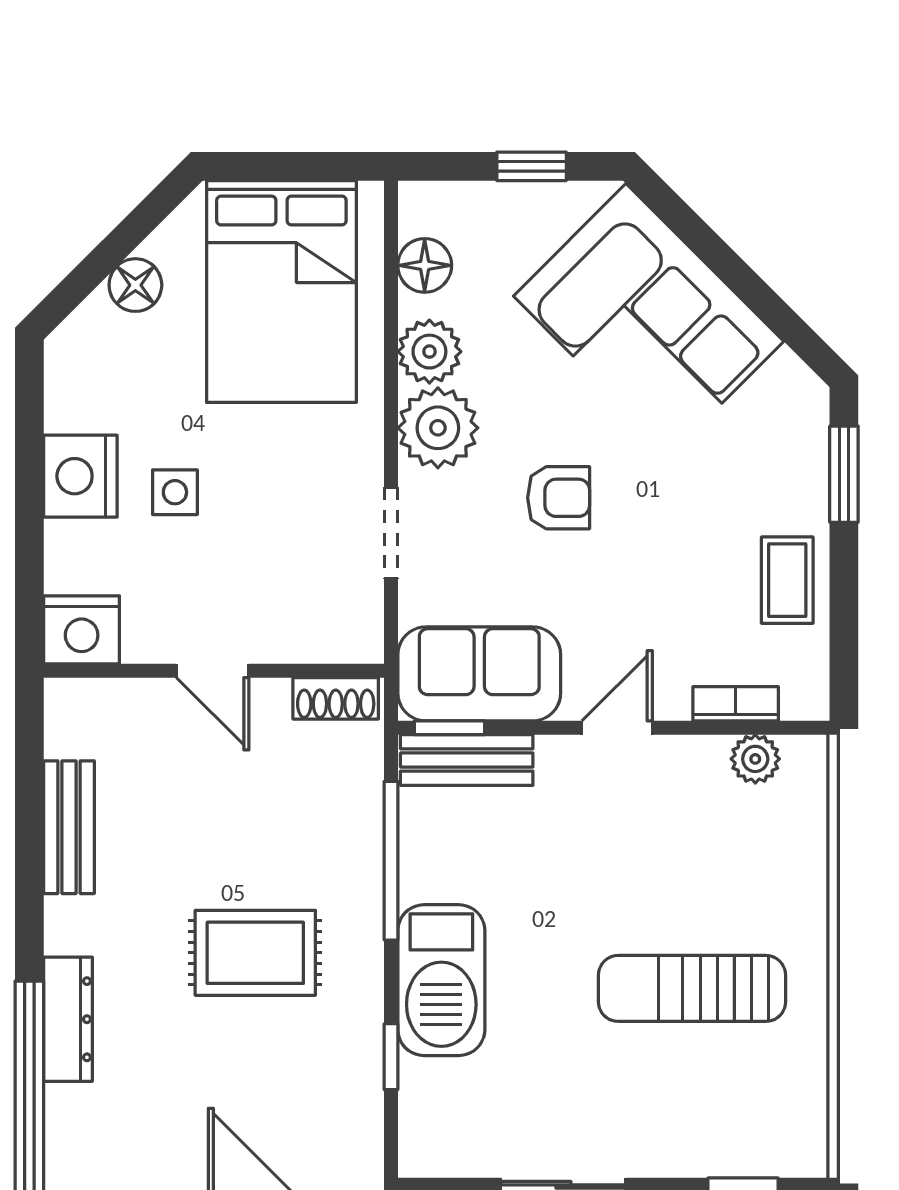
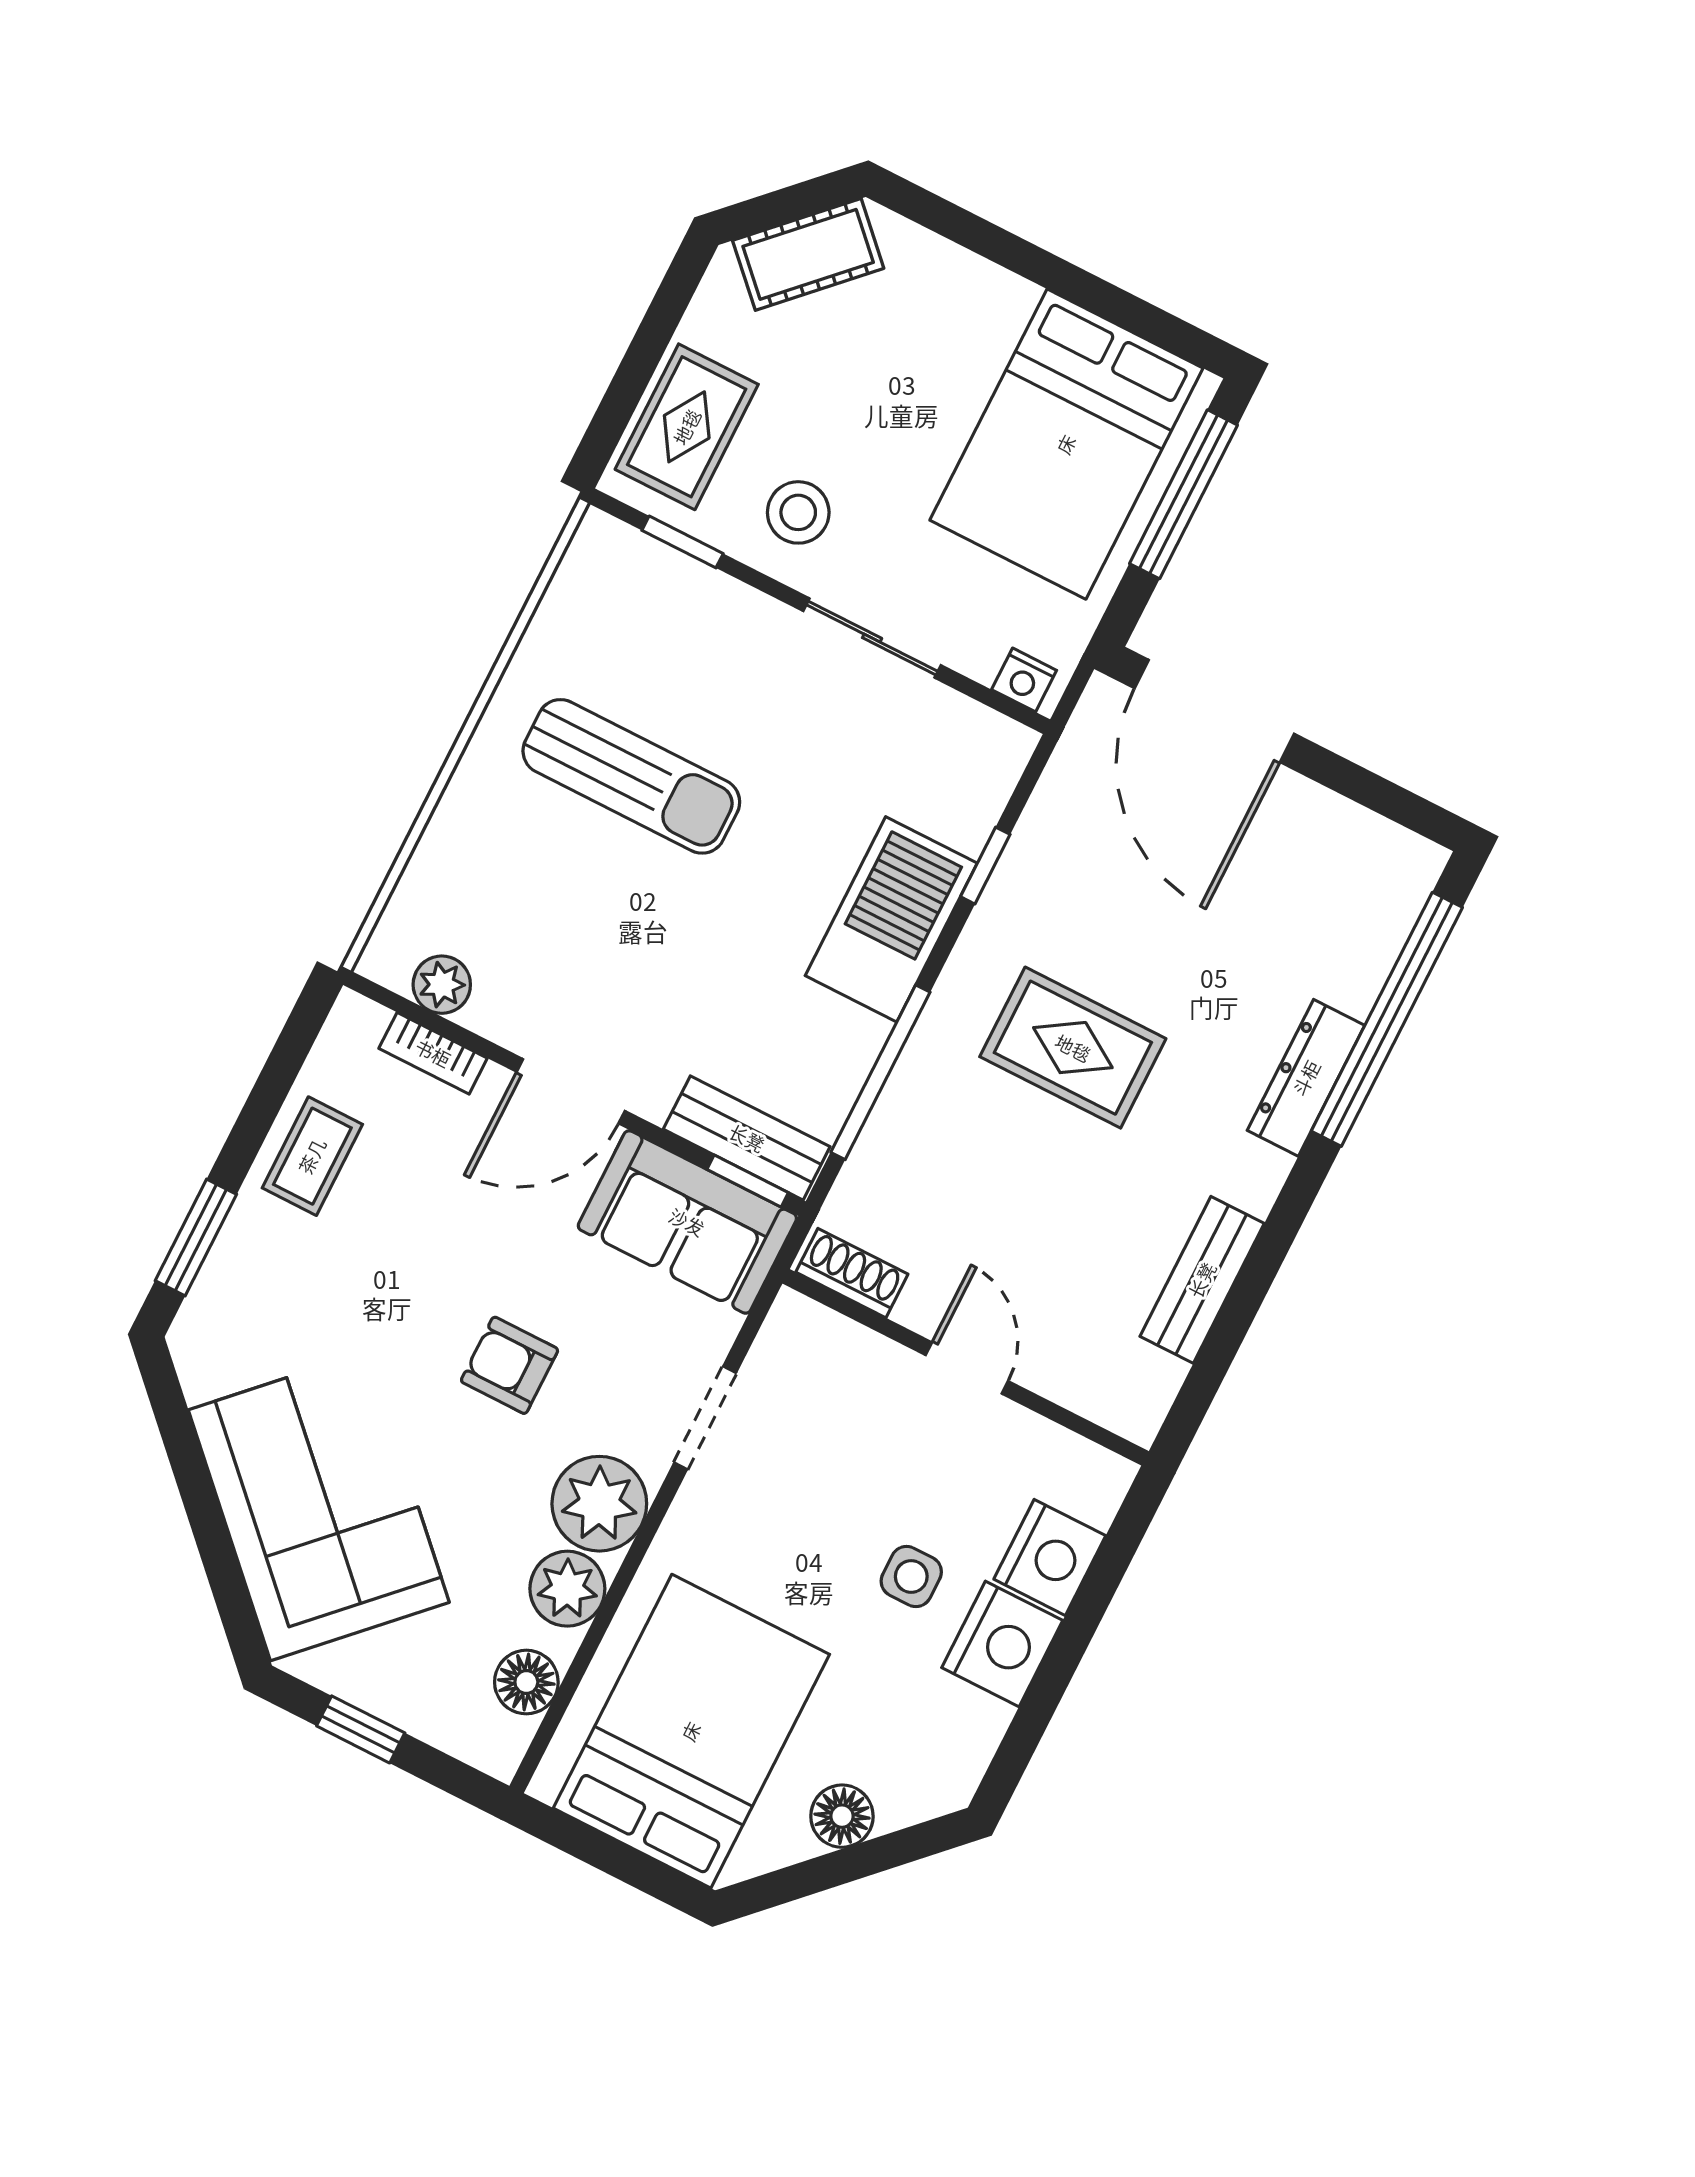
nightstand: (82, 630) -> (1050, 1557), moved, turned 90
door: (617, 728) -> (571, 1091), width x1.38

